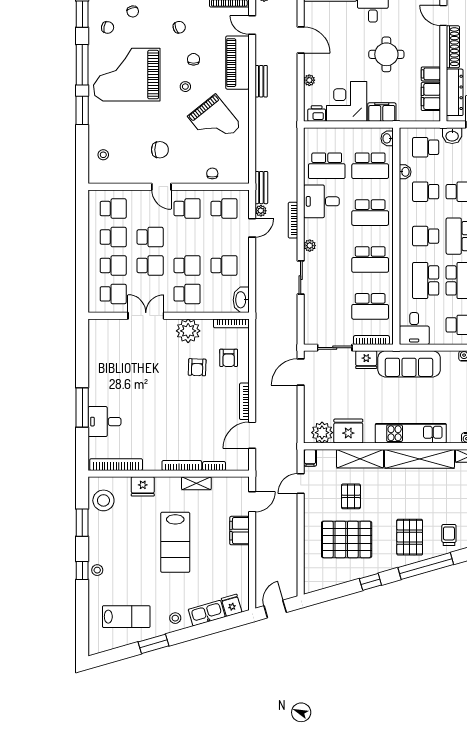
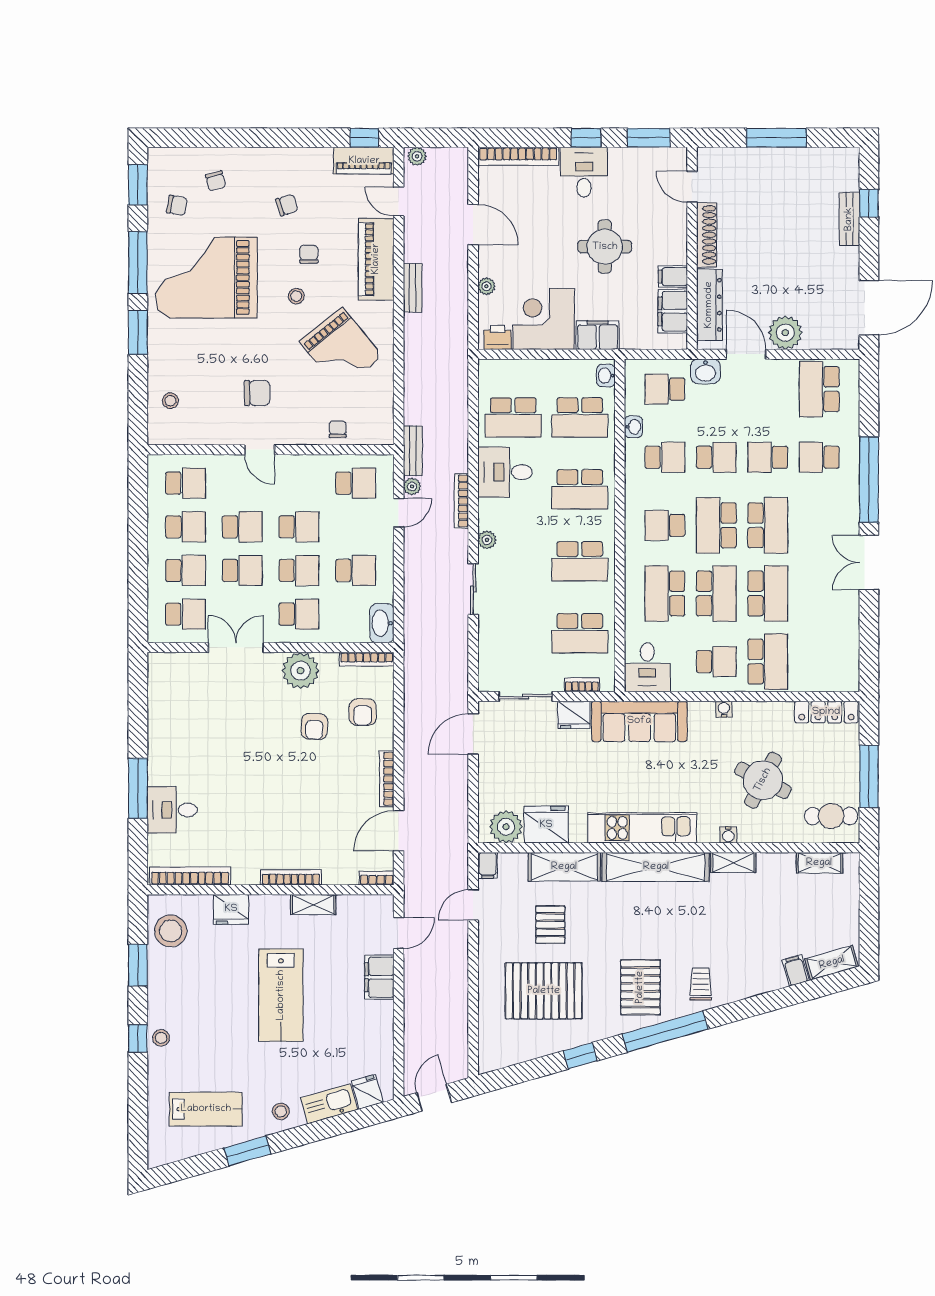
school desk: (426, 192) -> (665, 457), turned 180
school desk: (187, 209) -> (299, 527), moved
bookcase: (371, 340) -> (582, 685), width x0.64
bookcase: (214, 466) -> (377, 878), moved

